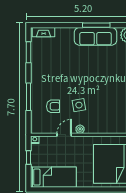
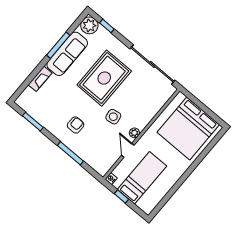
fireplace: (44, 32) -> (40, 79), moved
rug: (100, 76) -> (104, 78), added
armchair: (53, 106) -> (76, 125), moved
bed: (53, 177) -> (142, 178), moved

